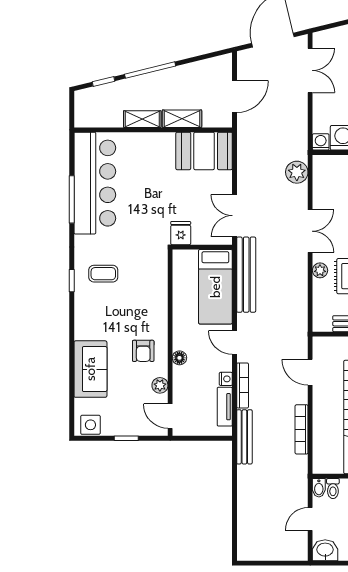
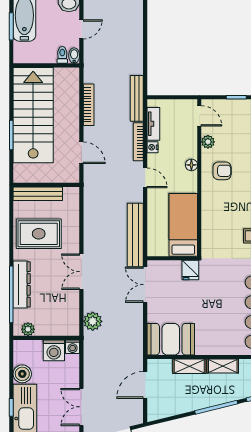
double door: (234, 216) -> (145, 285), swing flipped
plant: (320, 270) -> (73, 239), removed
bed: (215, 287) -> (183, 225), moved
armchair: (143, 351) -> (222, 171), turned 90

